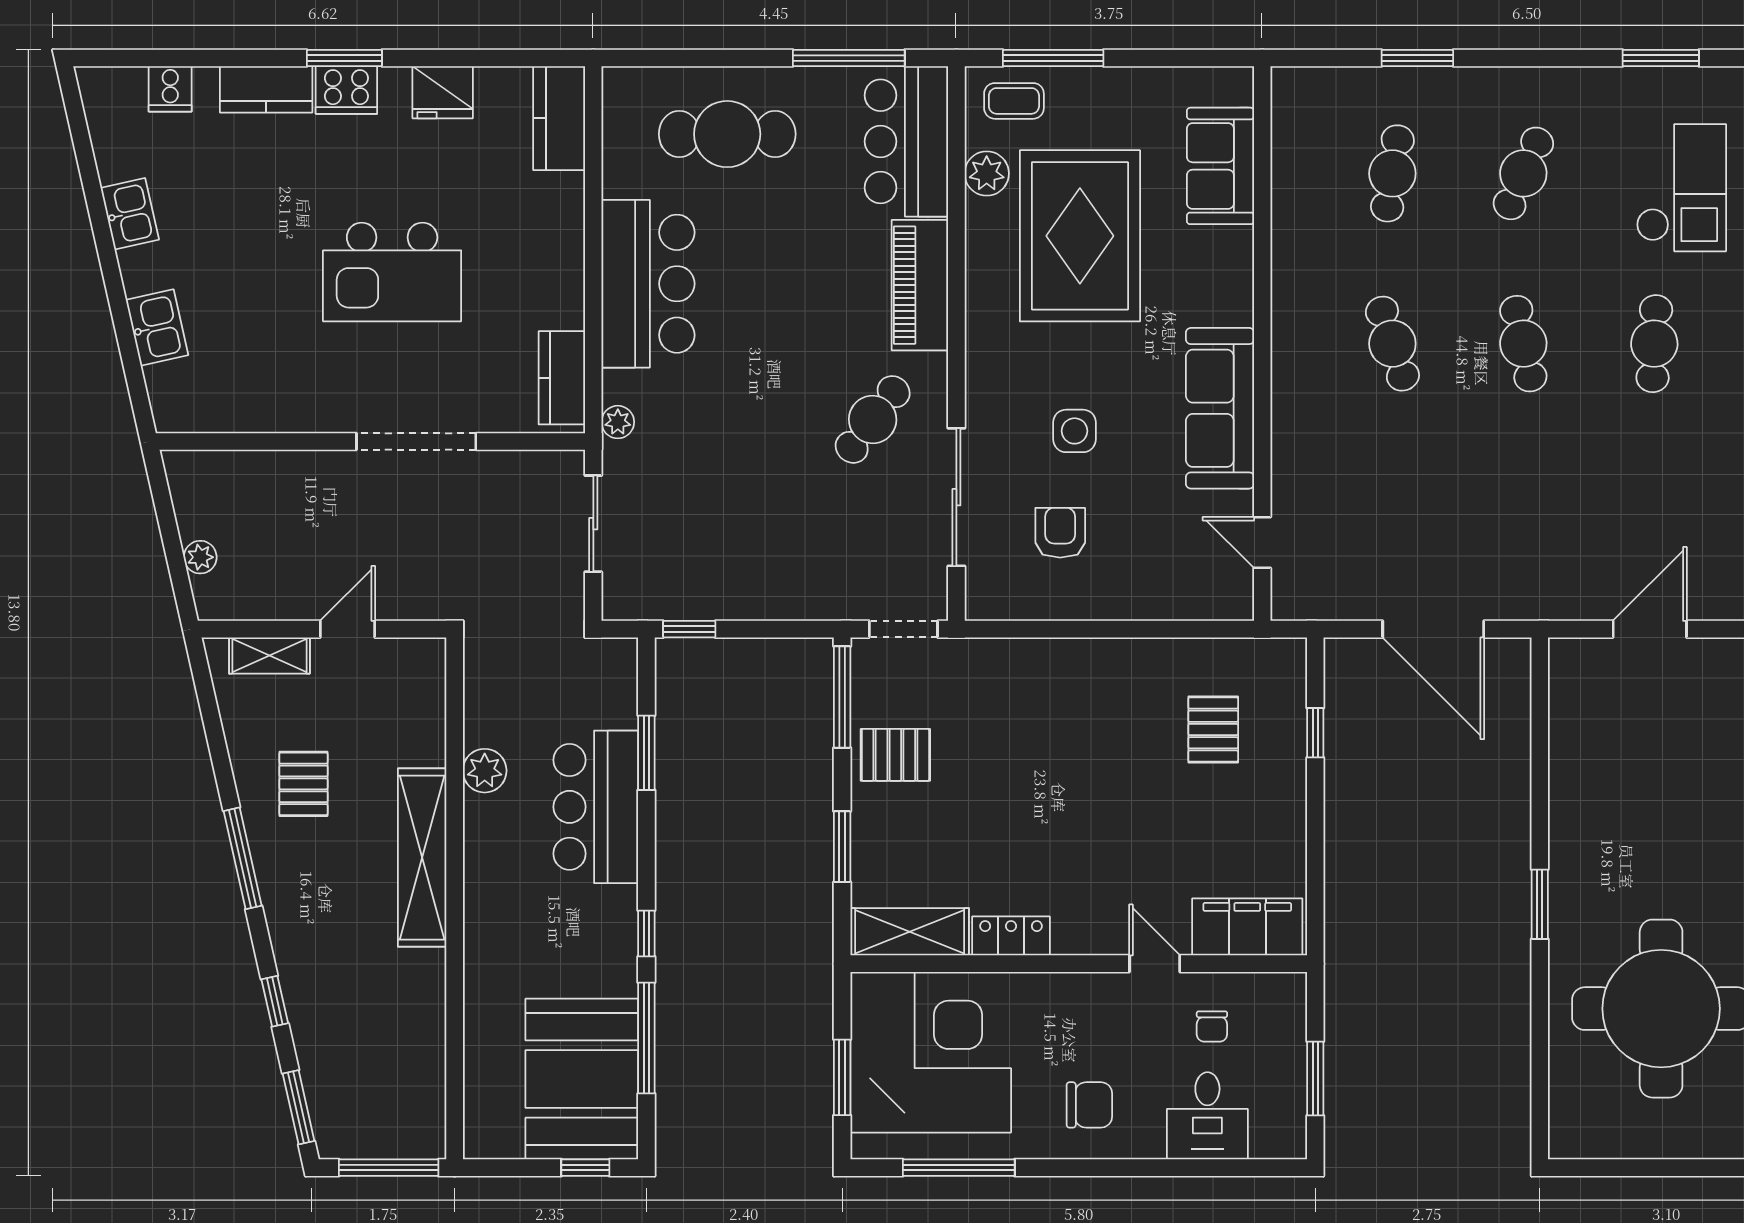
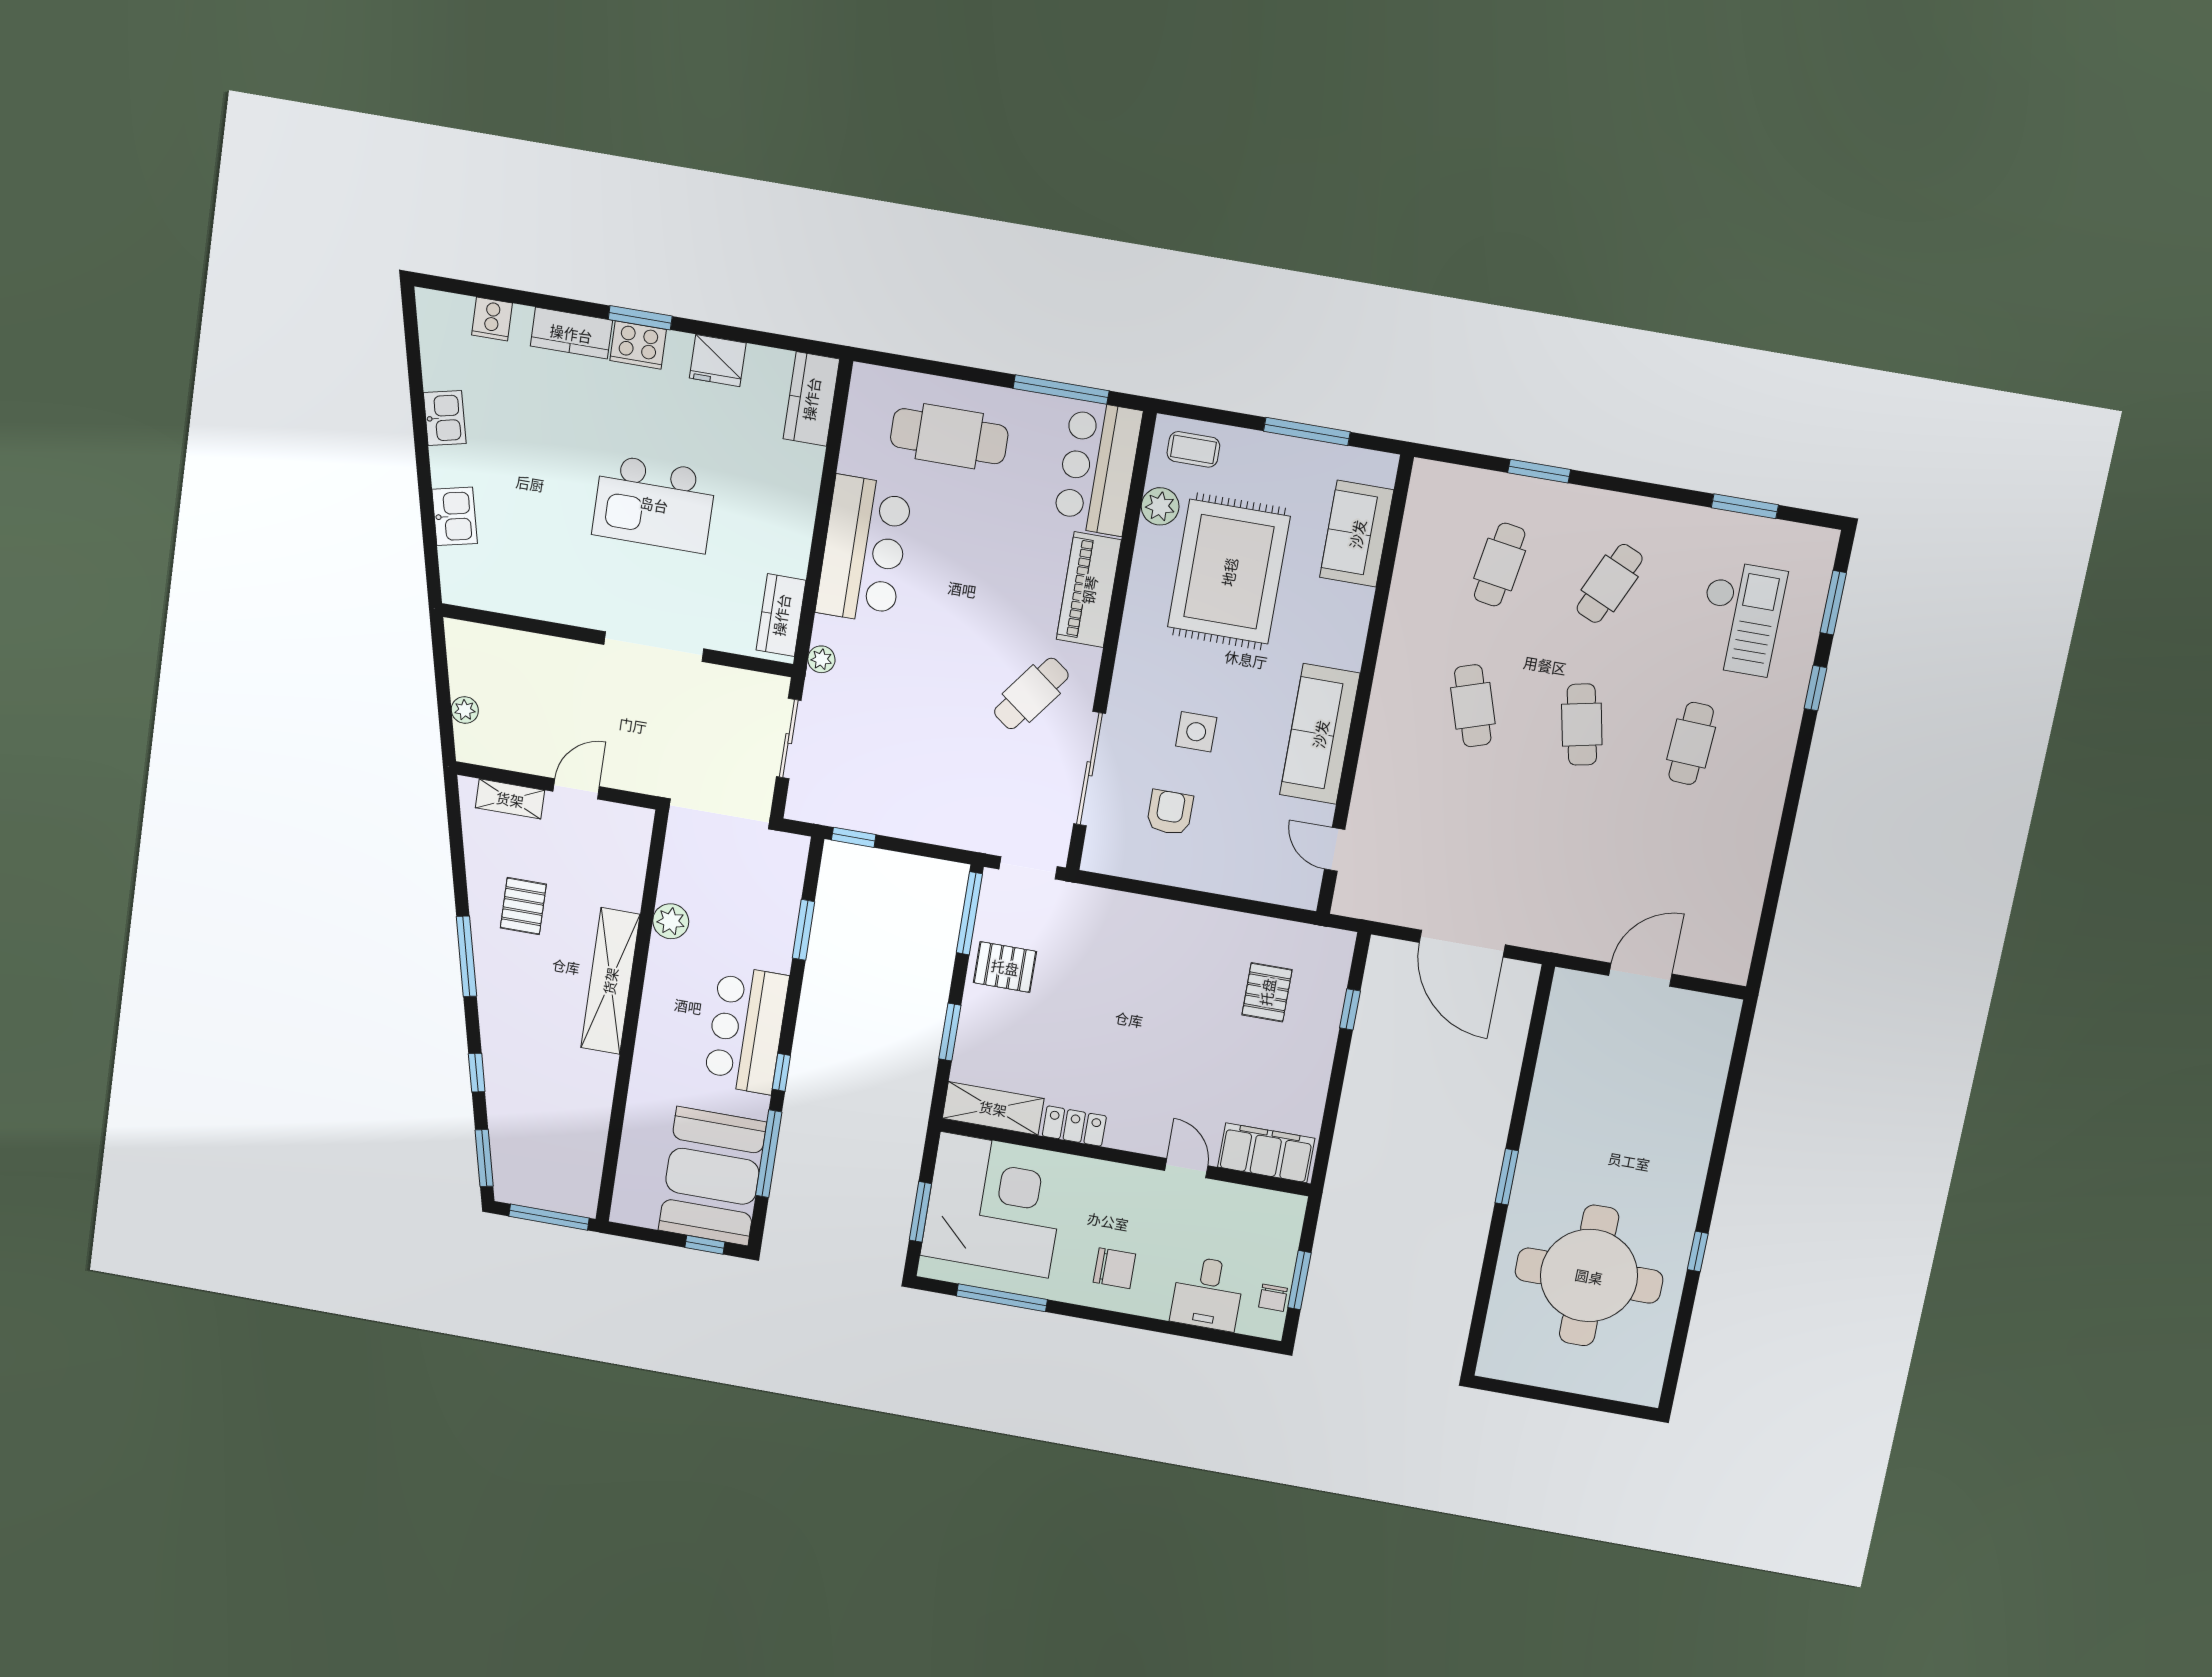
window: (1053, 58) -> (1307, 432), moved
bar counter: (596, 807) -> (746, 1030), moved
chair: (1212, 1026) -> (1273, 1298), moved

